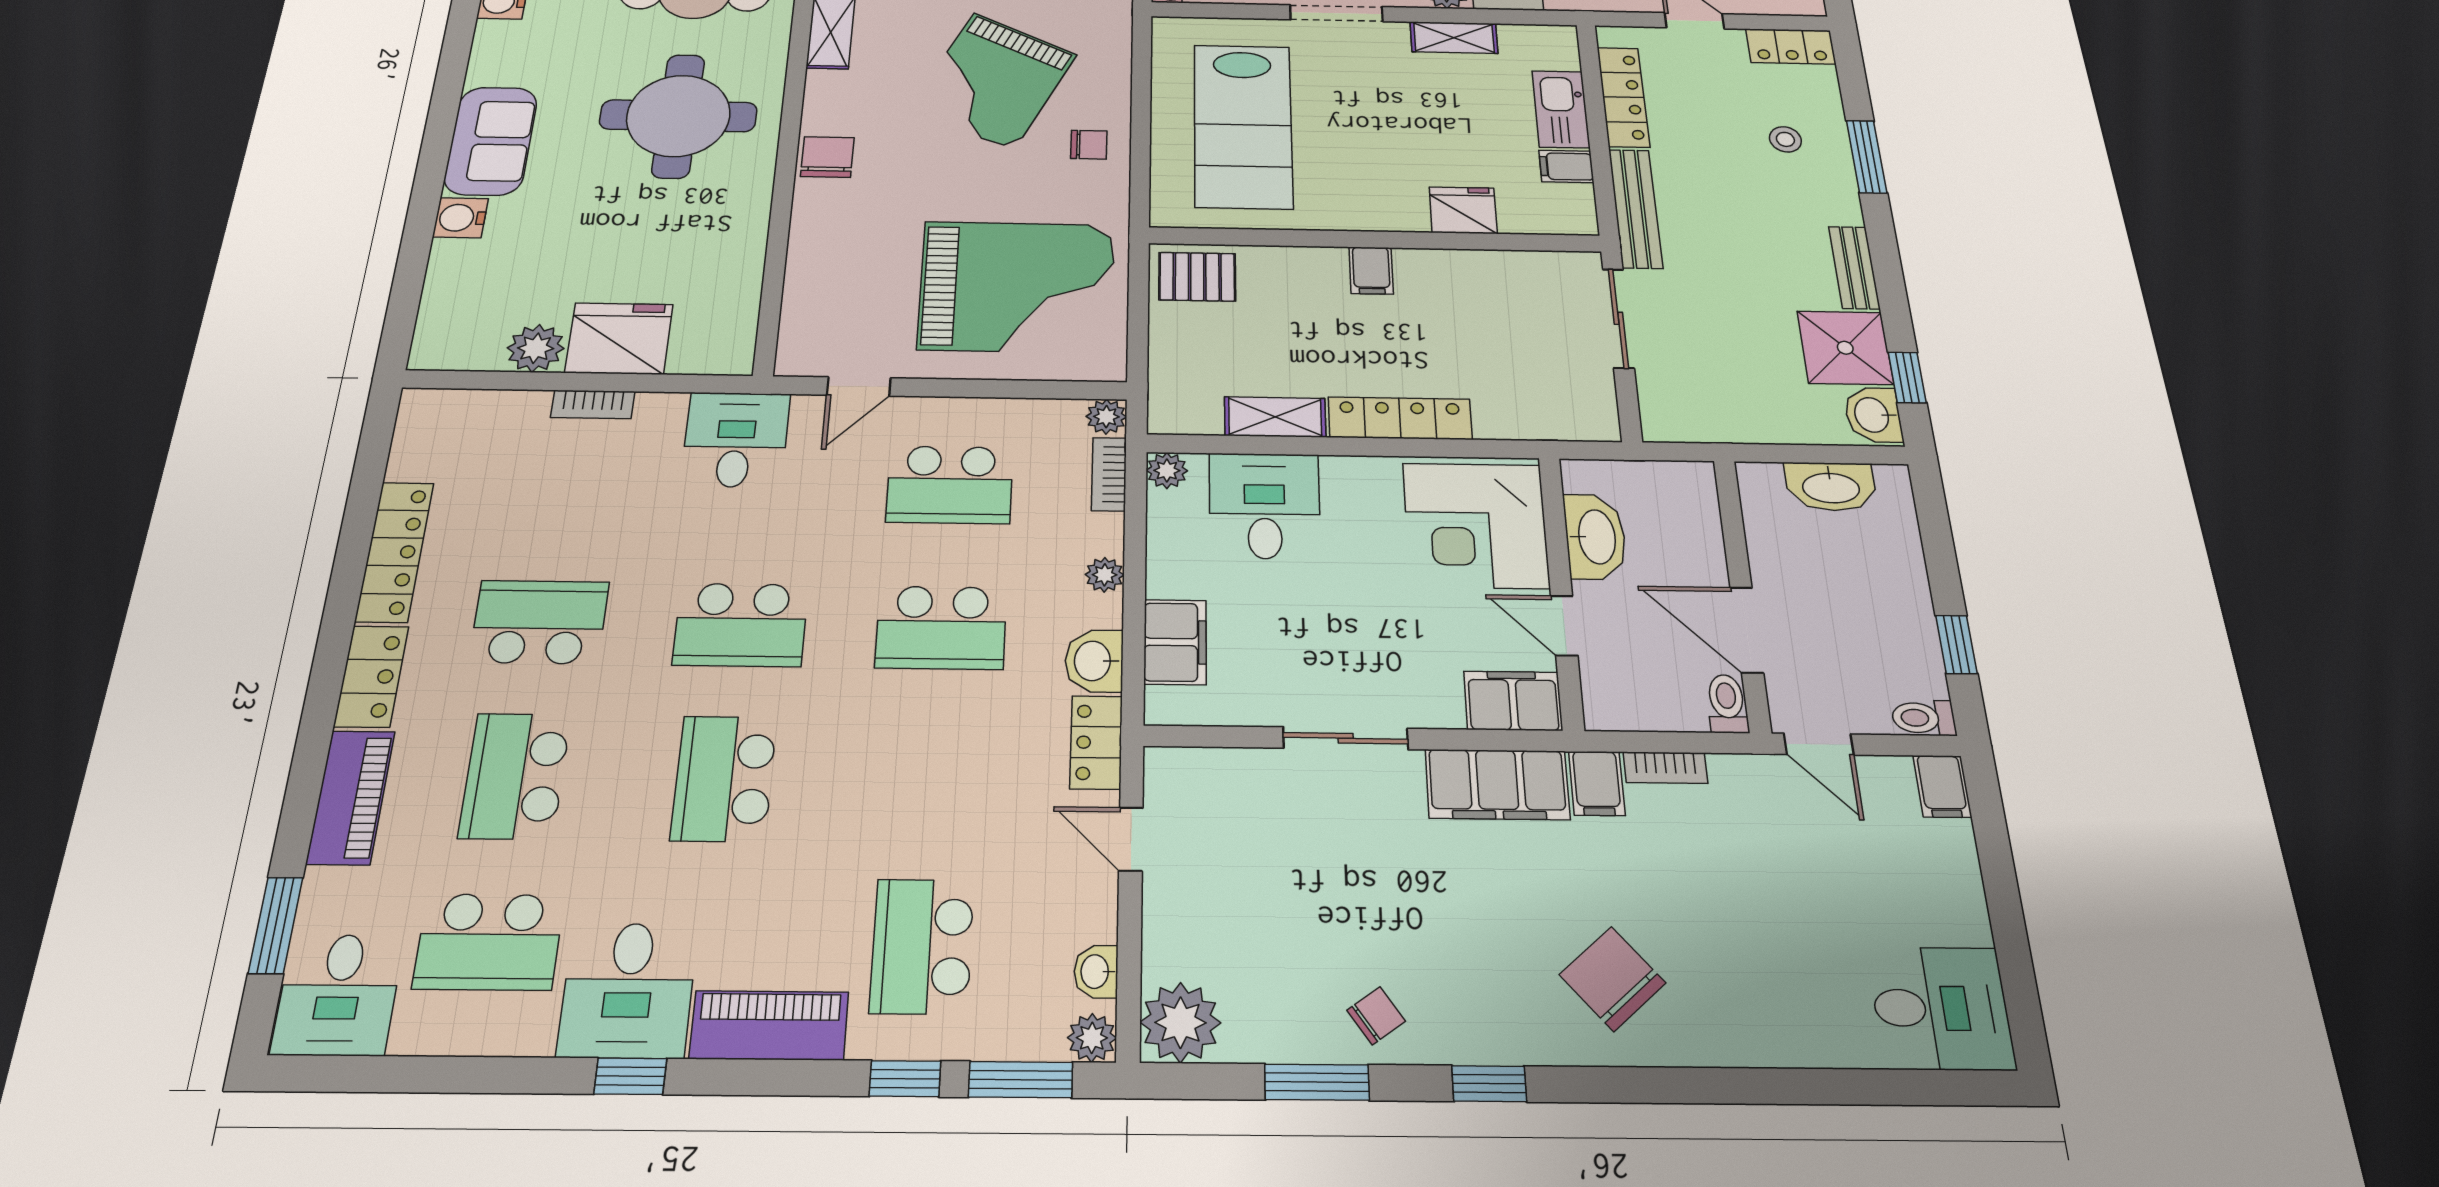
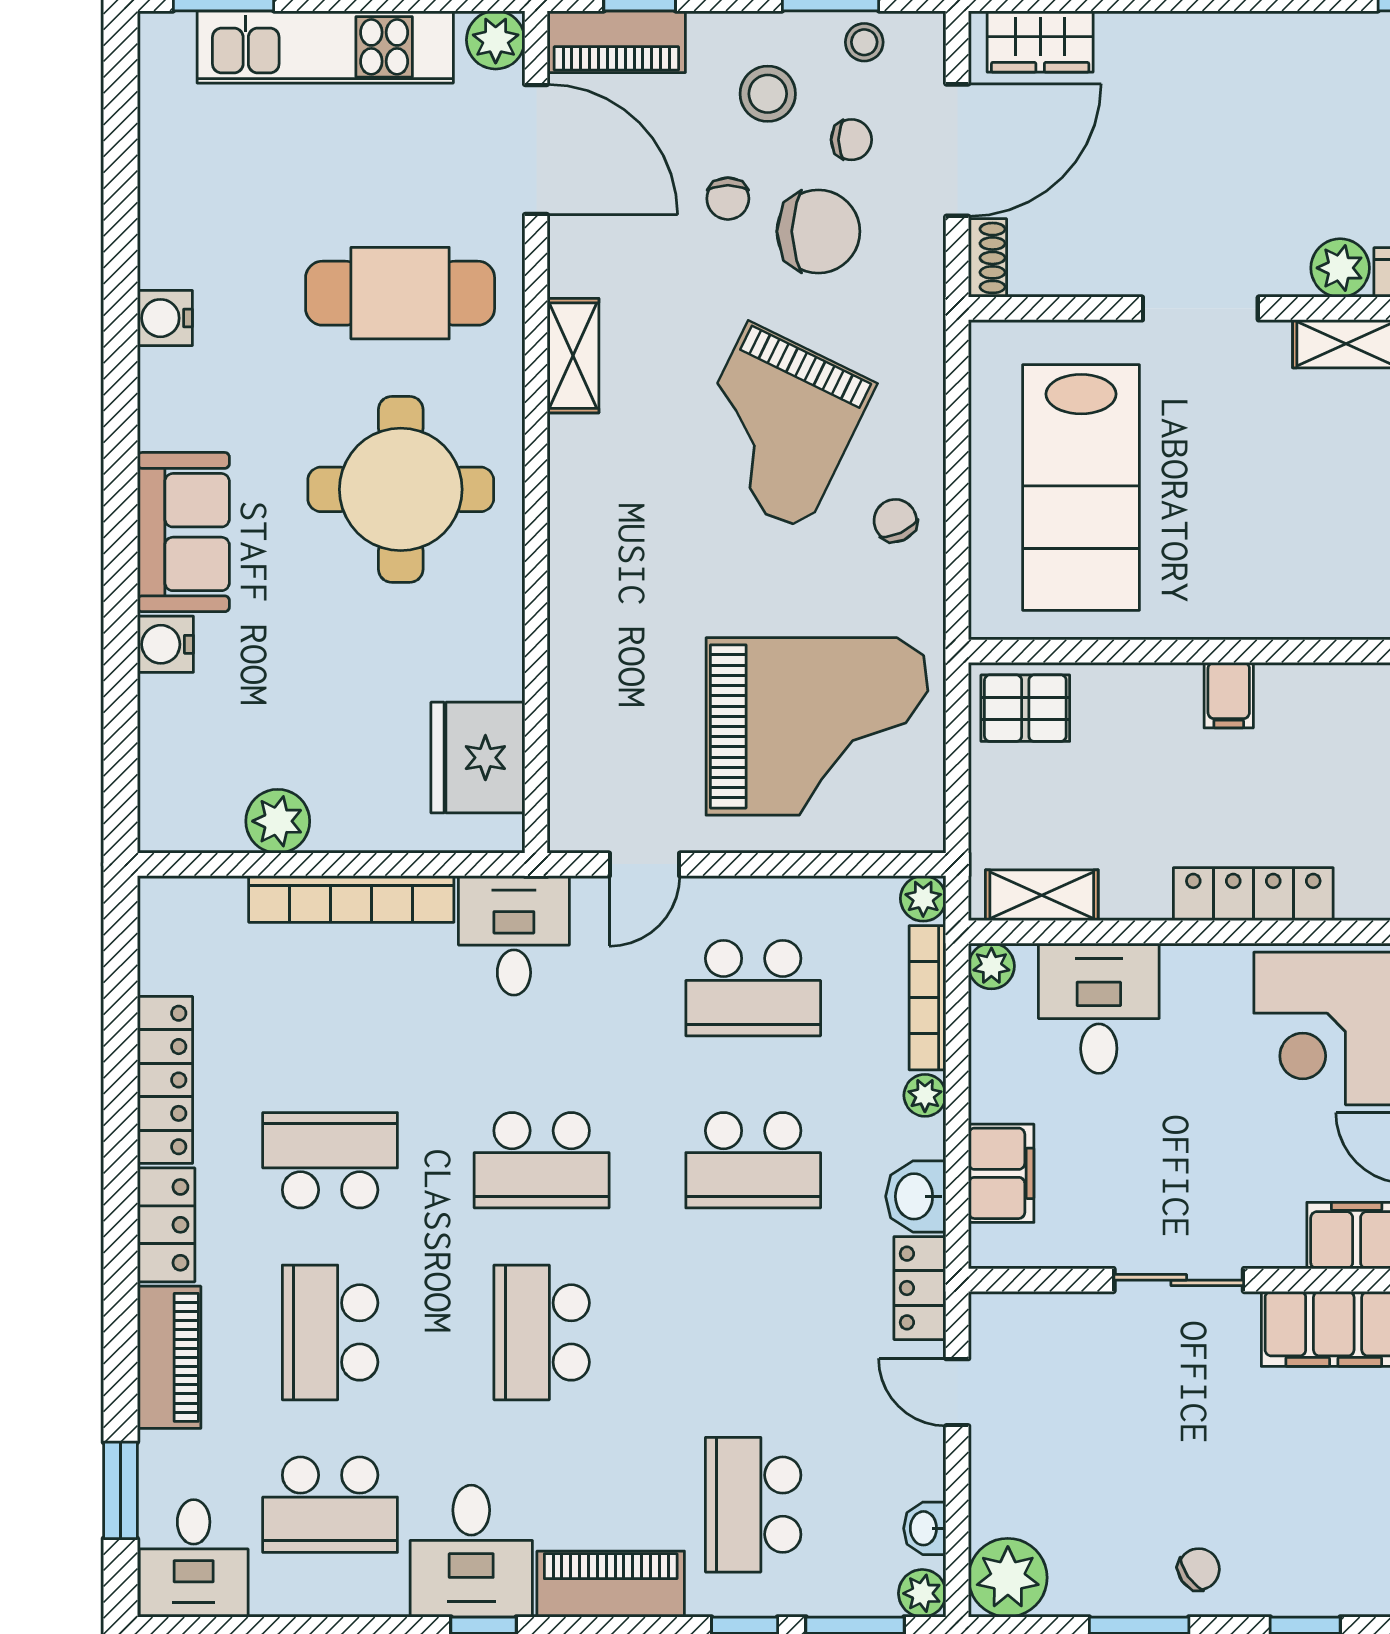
chair: (1089, 145) -> (895, 521), turned -115
chair: (827, 157) -> (584, 546), removed
fridge: (1463, 210) -> (1342, 607), removed
fridge: (619, 338) -> (478, 758), moved, turned -90
bookcase: (593, 404) -> (351, 899), width x2.31, depth x1.31
shelving: (1275, 417) -> (1042, 895), moved
bookcase: (1109, 474) -> (928, 998), width x1.56

